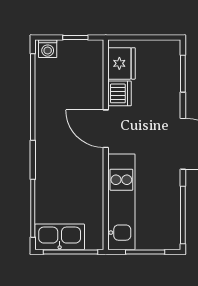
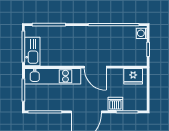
dishwasher: (120, 93) -> (115, 104), moved, turned 180
door: (106, 129) -> (95, 67), swing flipped
kitchen sink: (60, 237) -> (32, 51), moved

